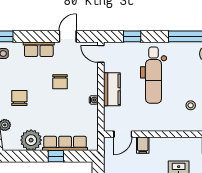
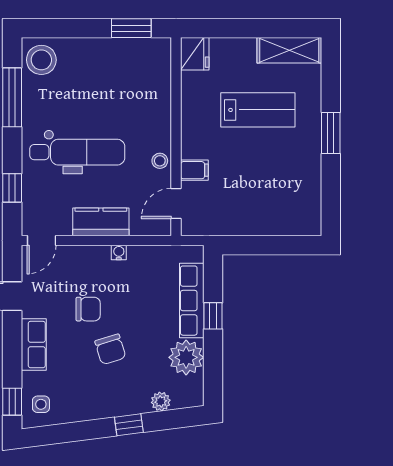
chair: (19, 98) -> (110, 349), moved, turned -107
stool: (191, 105) -> (160, 161), moved
door: (123, 134) -> (176, 203), swing flipped

